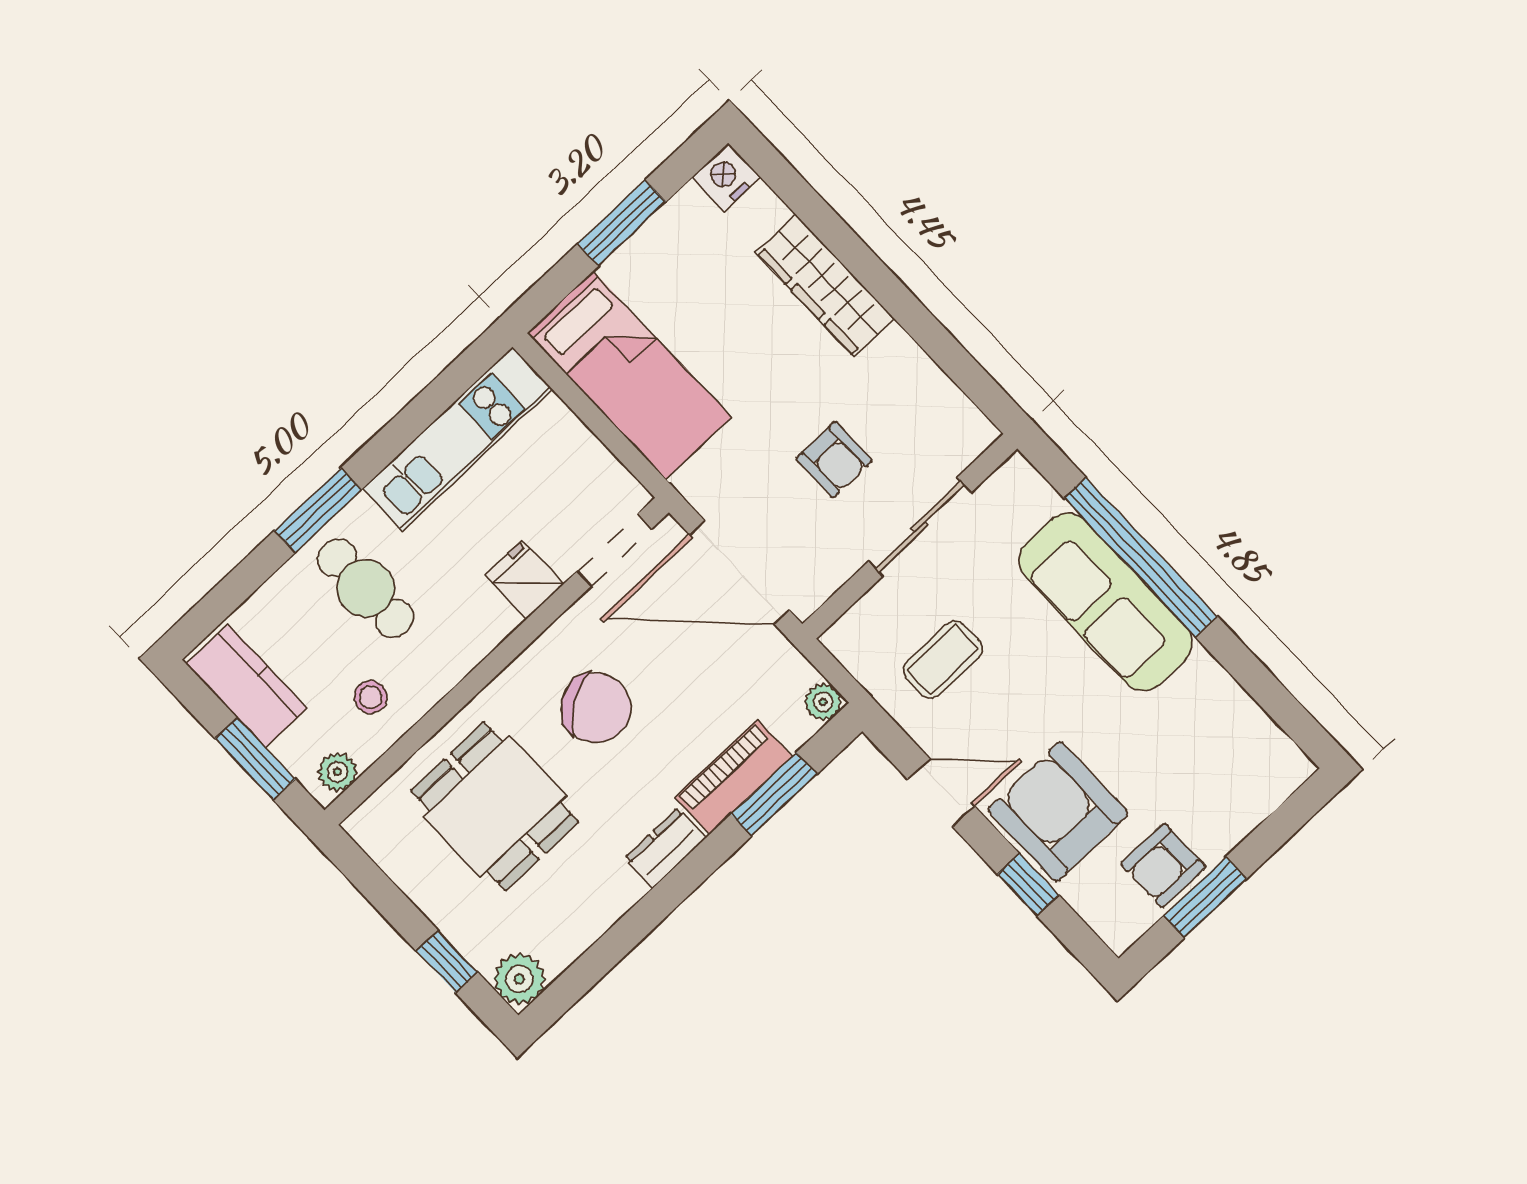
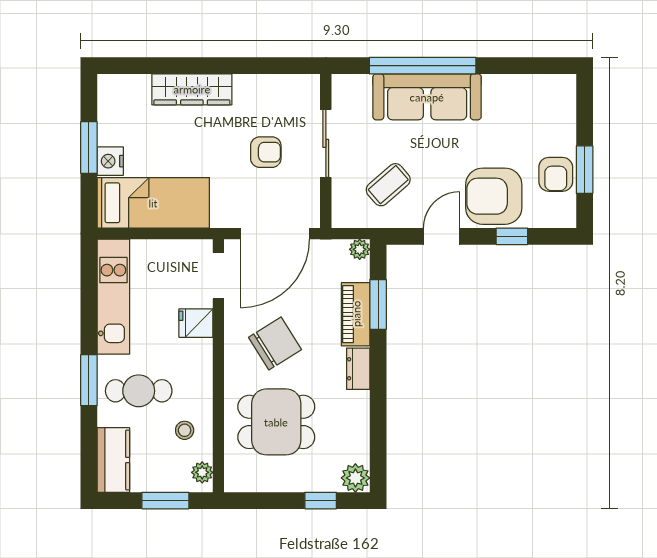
nightstand: (726, 177) -> (110, 161), moved
coffee table: (943, 660) -> (388, 185), turned 49
kitchen counter: (247, 686) -> (113, 460), moved, turned 90

